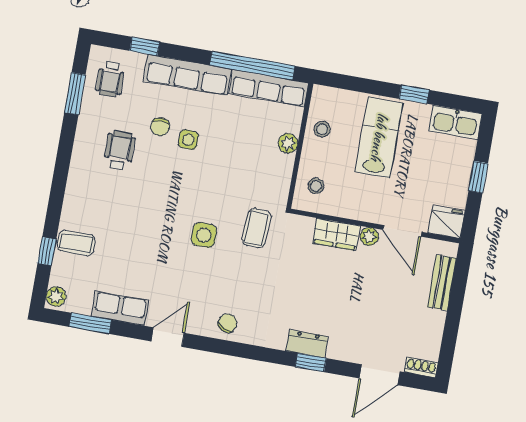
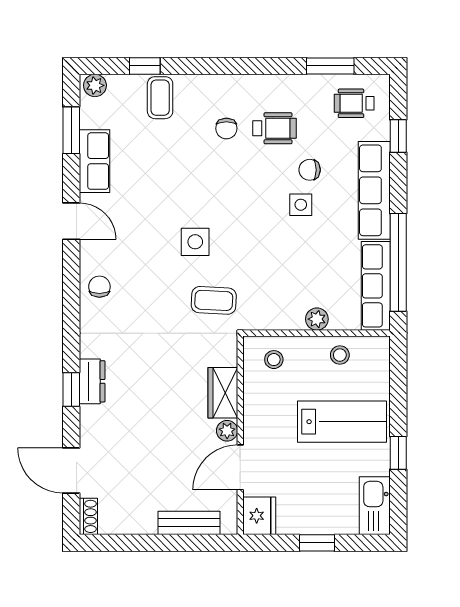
chair: (112, 191) -> (226, 128), added
chair: (227, 323) -> (99, 287), turned -114

